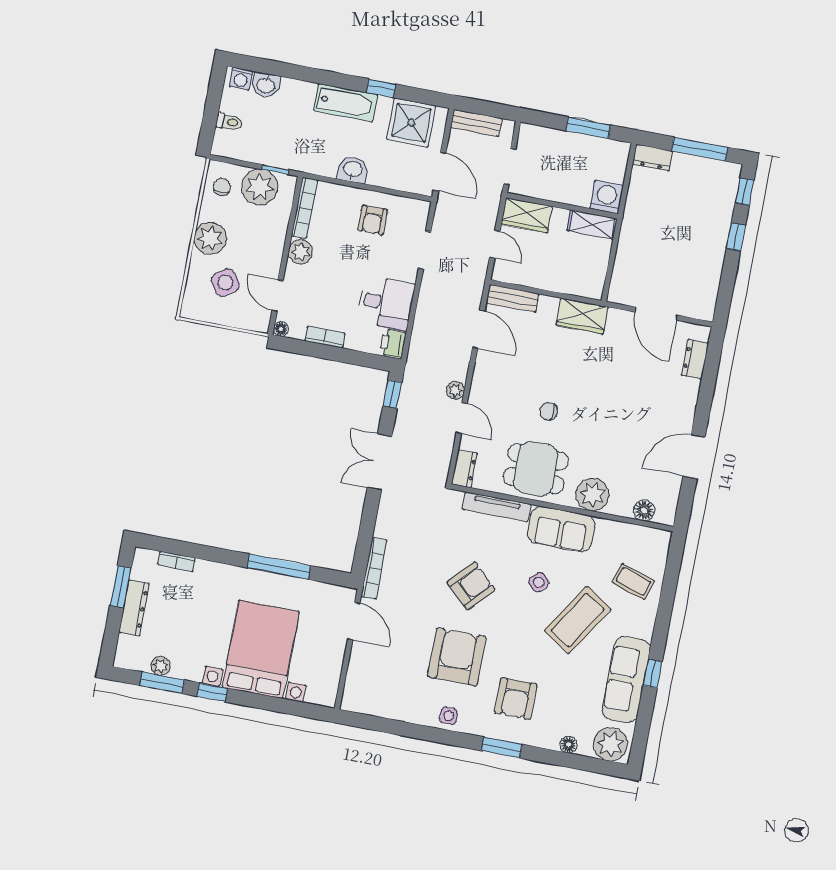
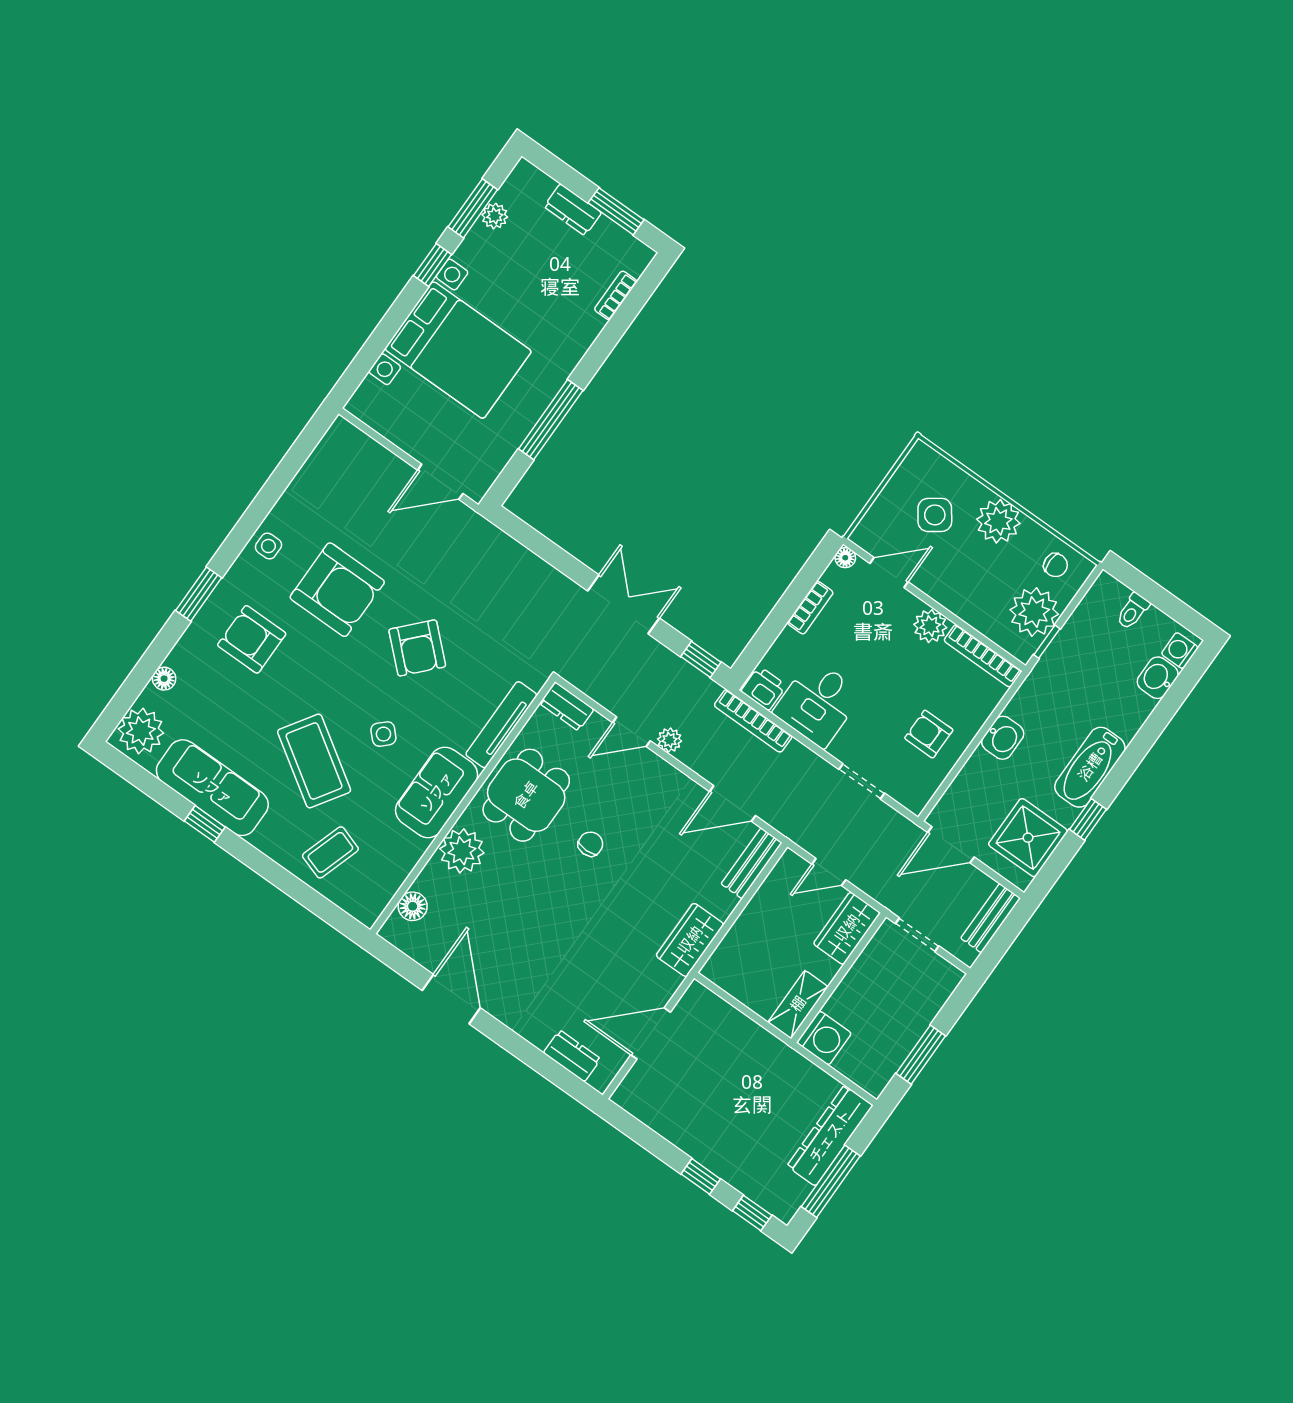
dresser: (652, 158) -> (830, 1136), width x1.96, depth x1.24
bookcase: (374, 568) -> (753, 721), moved
dresser: (134, 608) -> (573, 210), width x0.70

